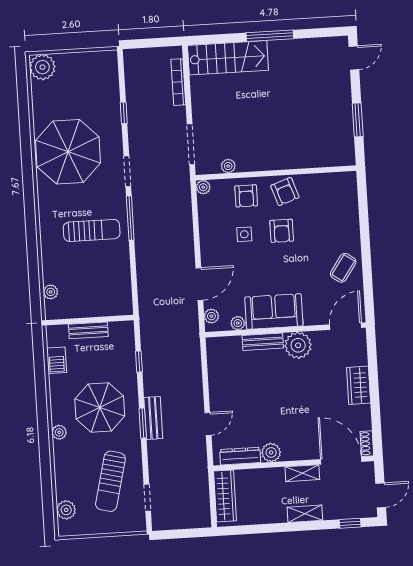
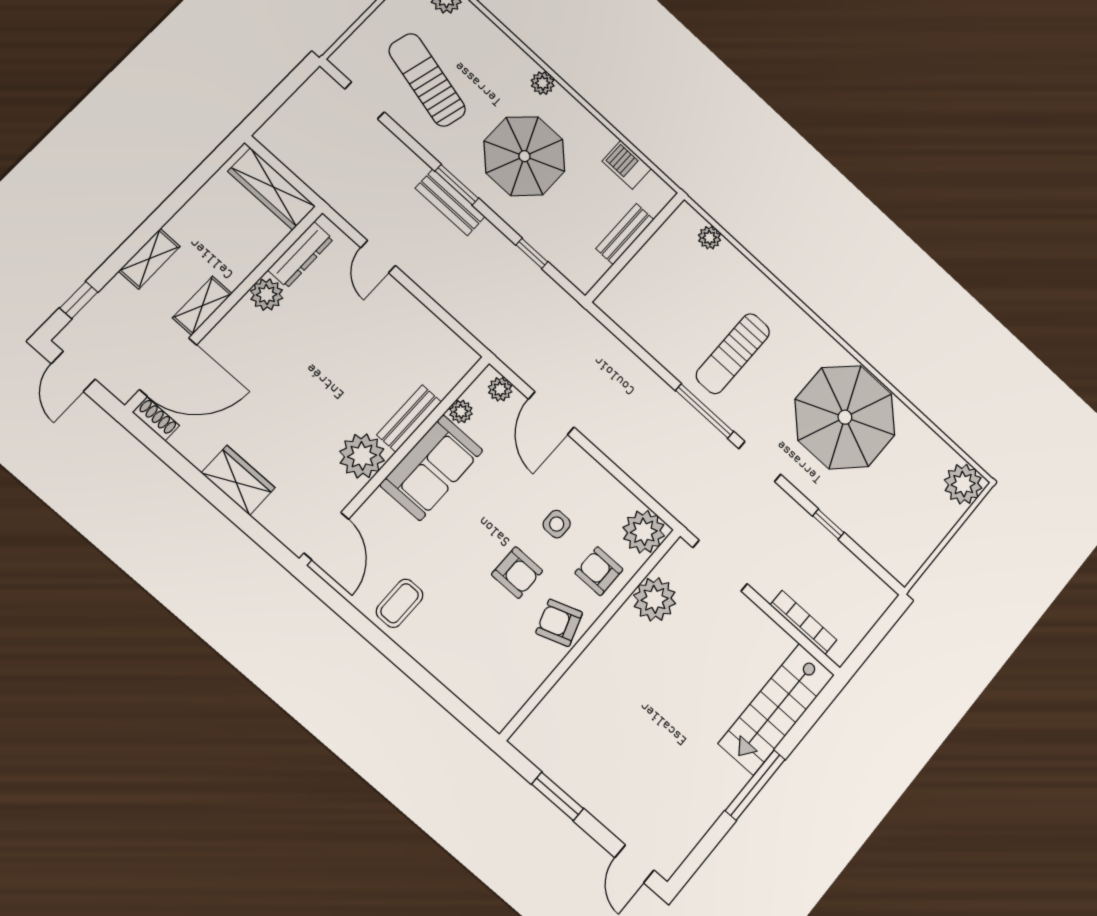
plant: (228, 166) -> (655, 599), width x1.88, depth x1.88
plant: (203, 187) -> (644, 532), width x1.87, depth x1.87
armchair: (282, 231) -> (517, 573), turned 180
coffee table: (343, 268) -> (400, 603), turned 55

